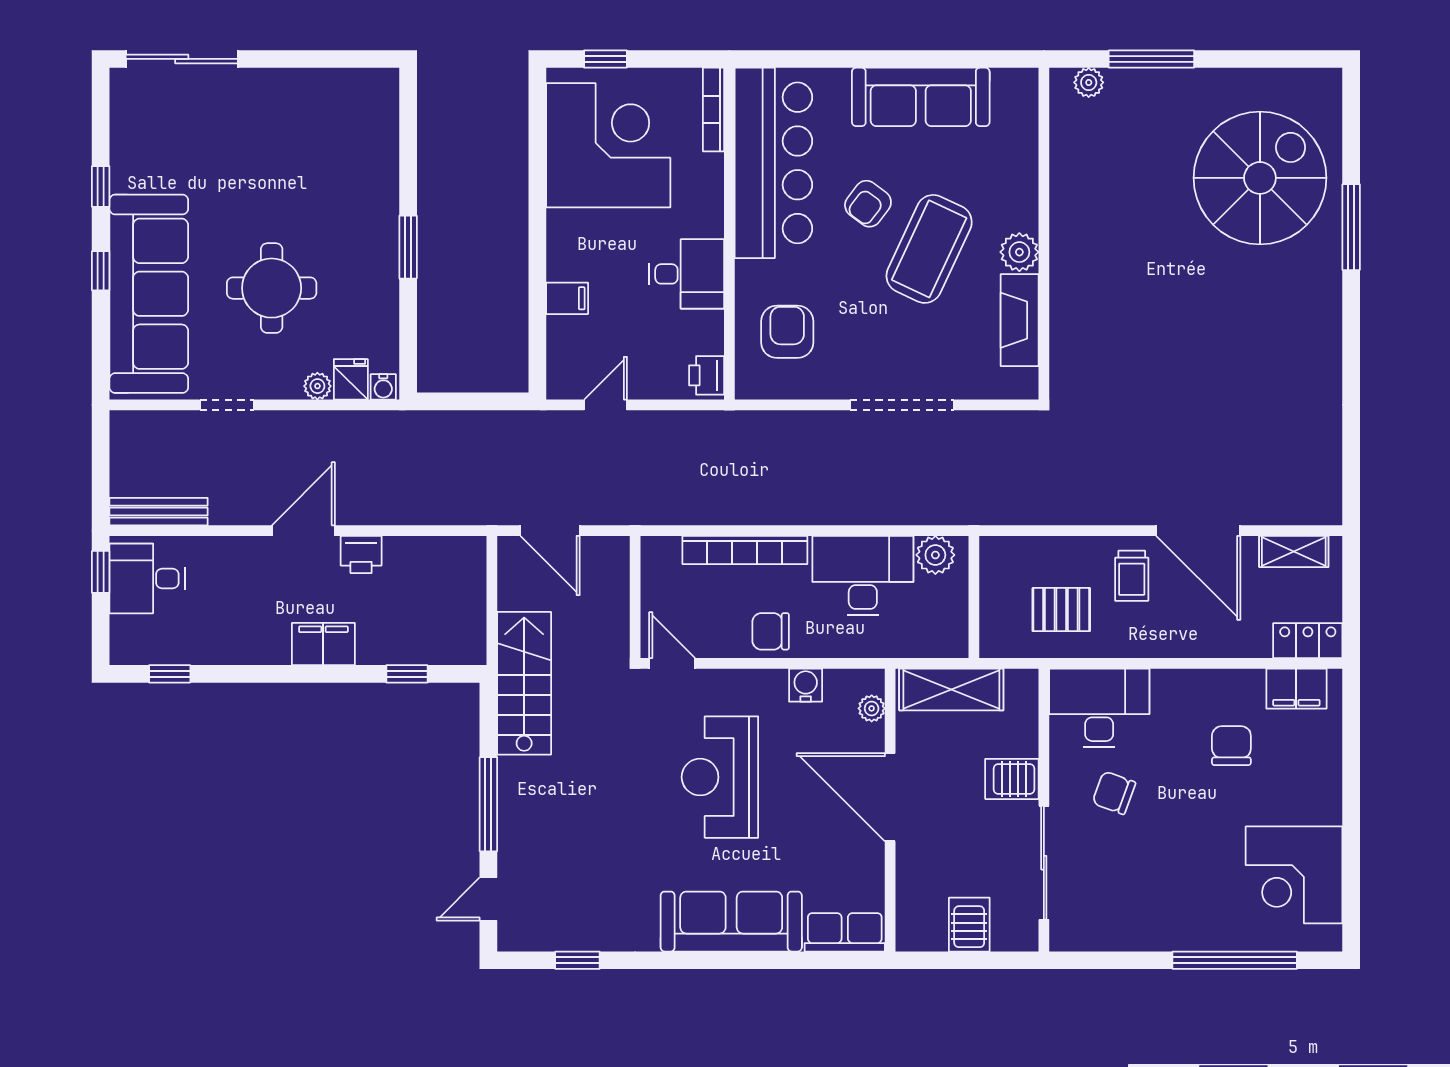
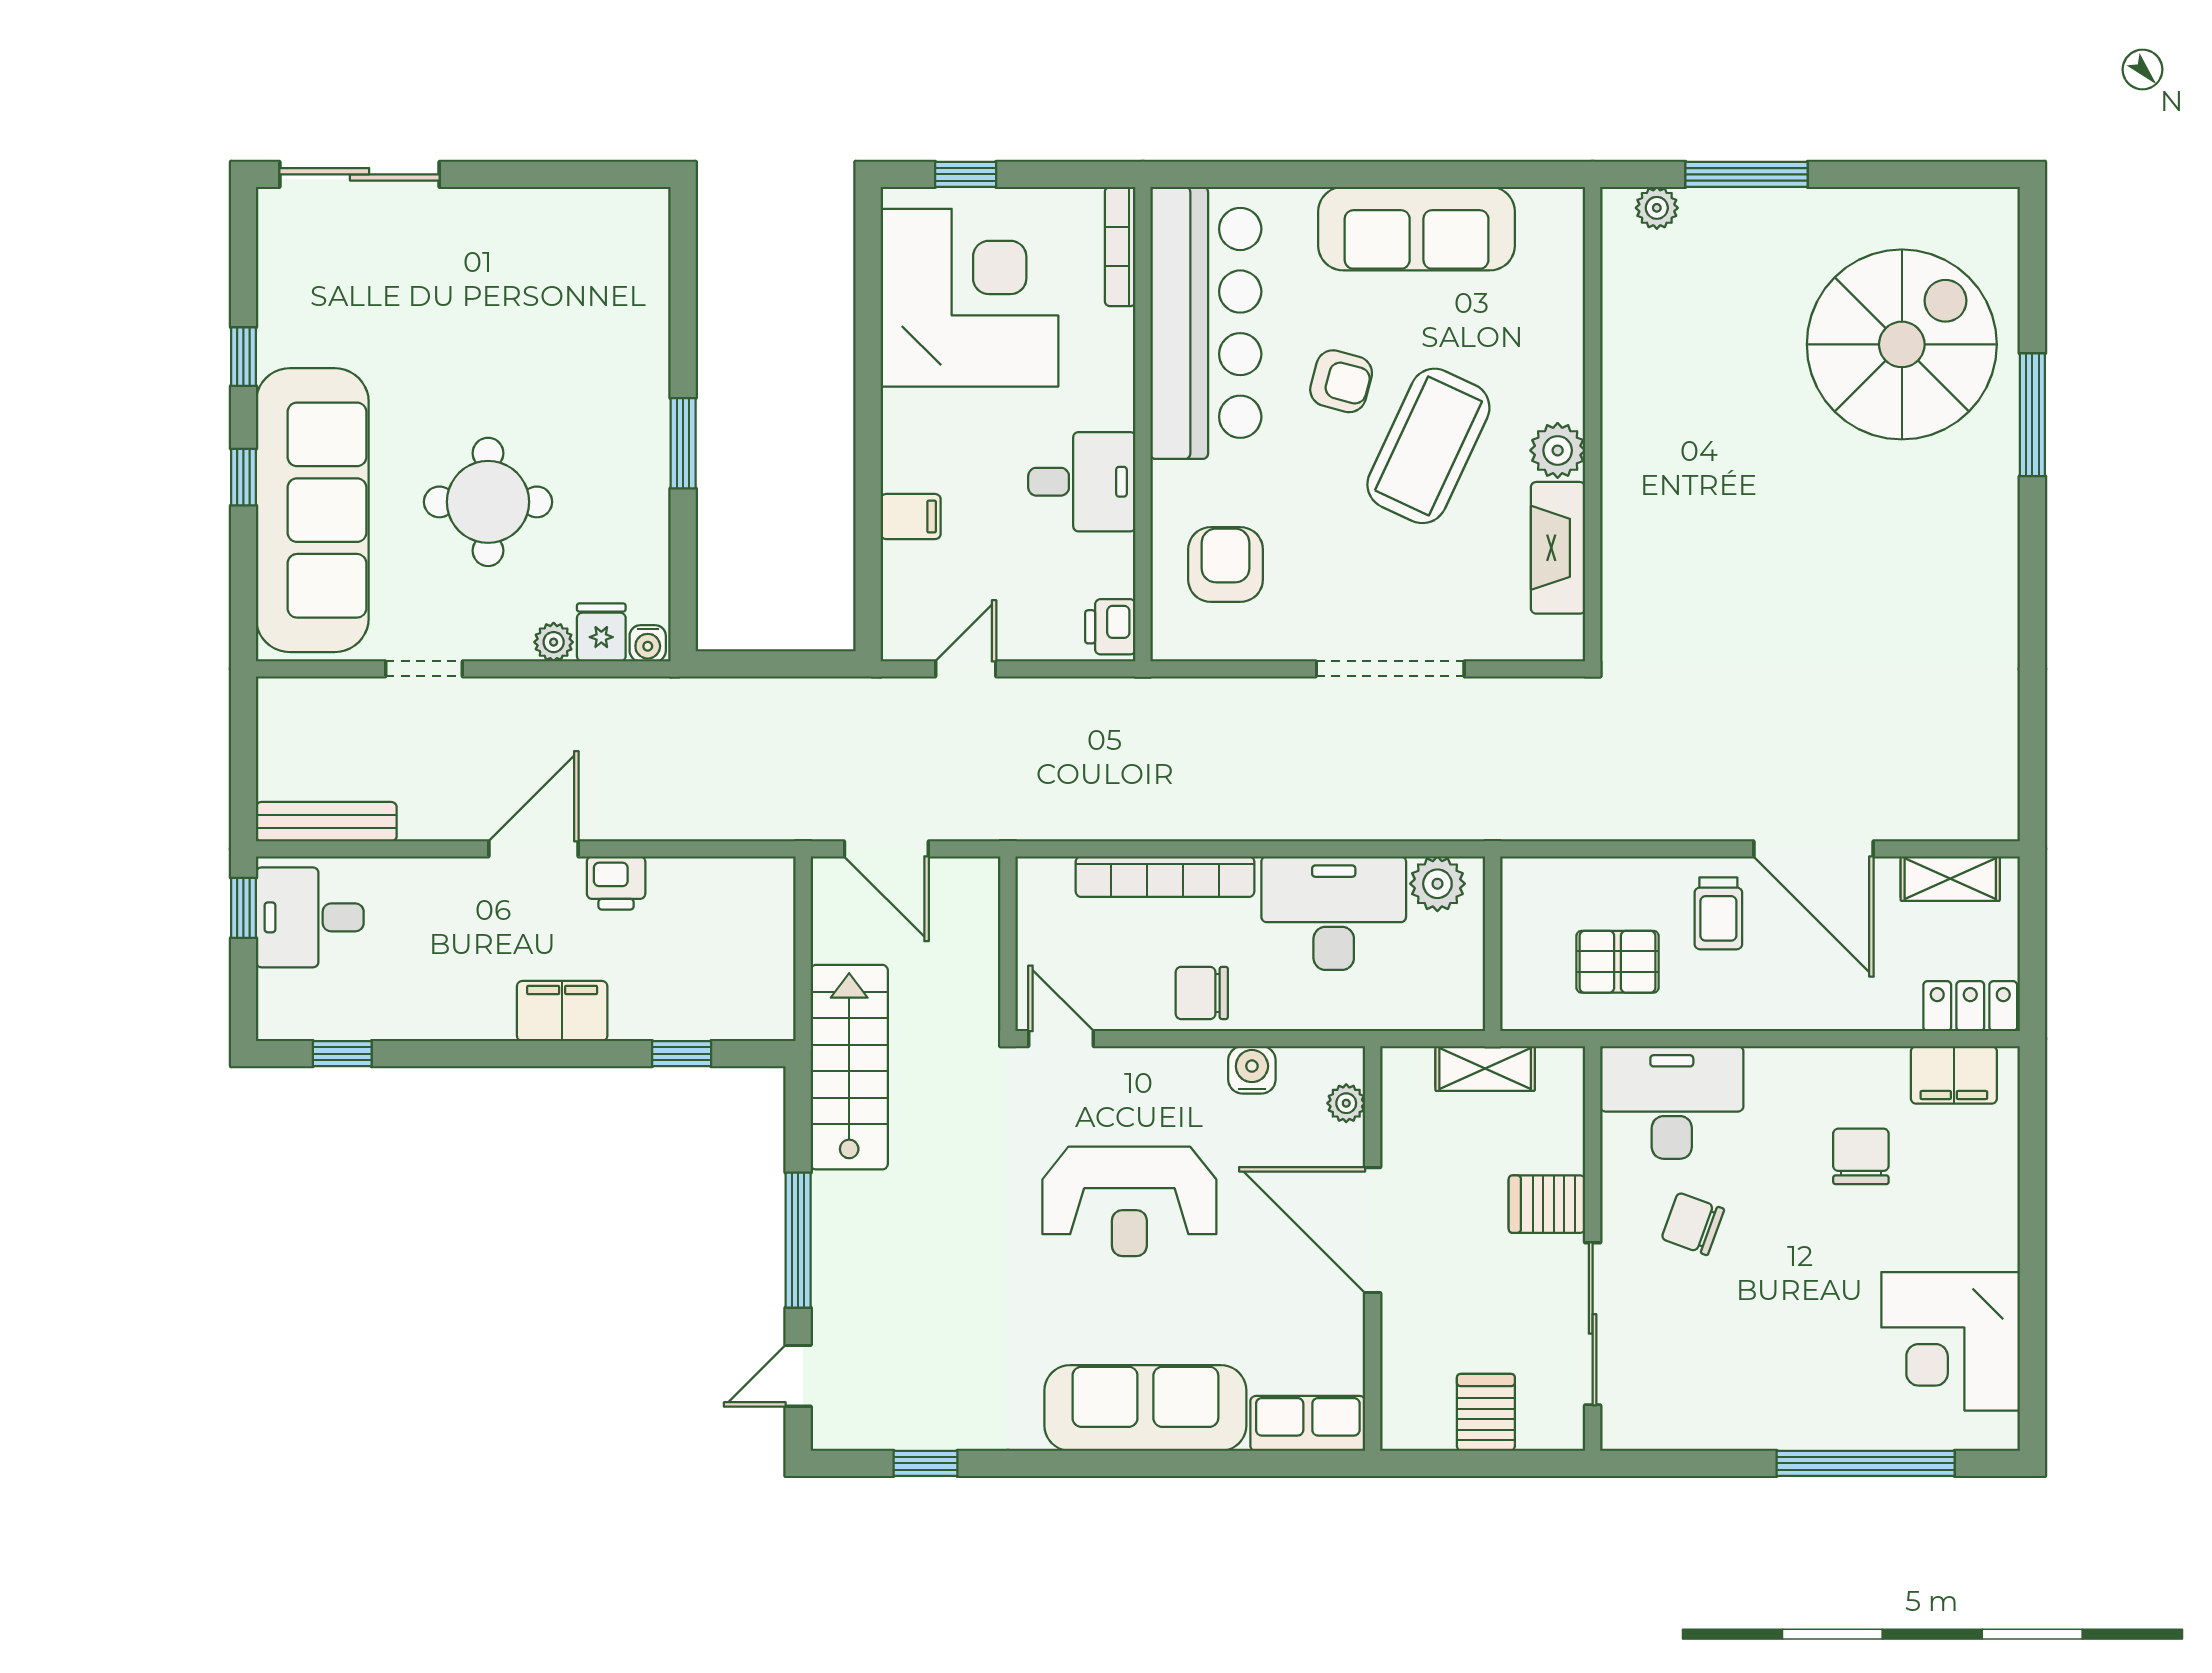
armchair: (868, 204) -> (1341, 381), turned -112
shelving: (951, 689) -> (1485, 1069), width x0.67, depth x0.75
reception desk: (720, 777) -> (1129, 1201), turned -90

